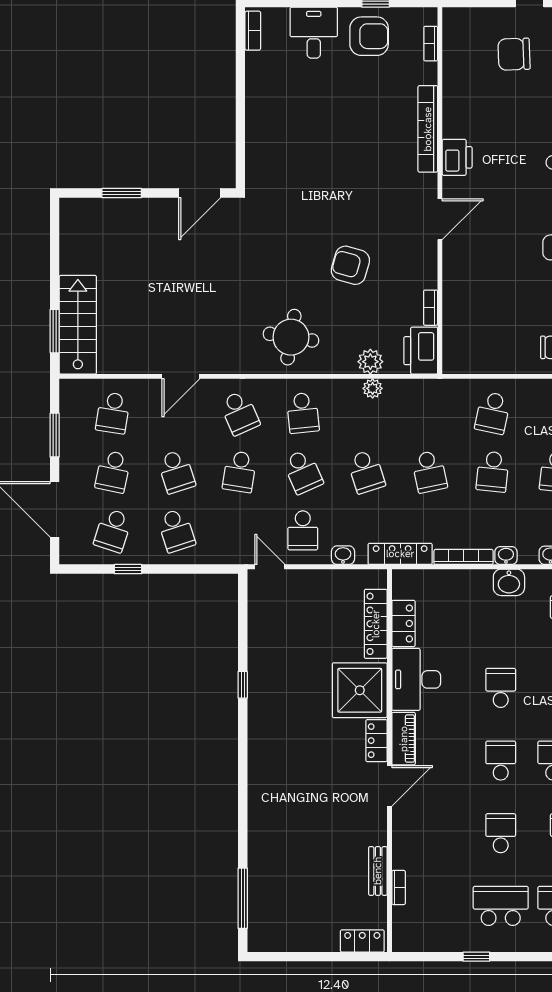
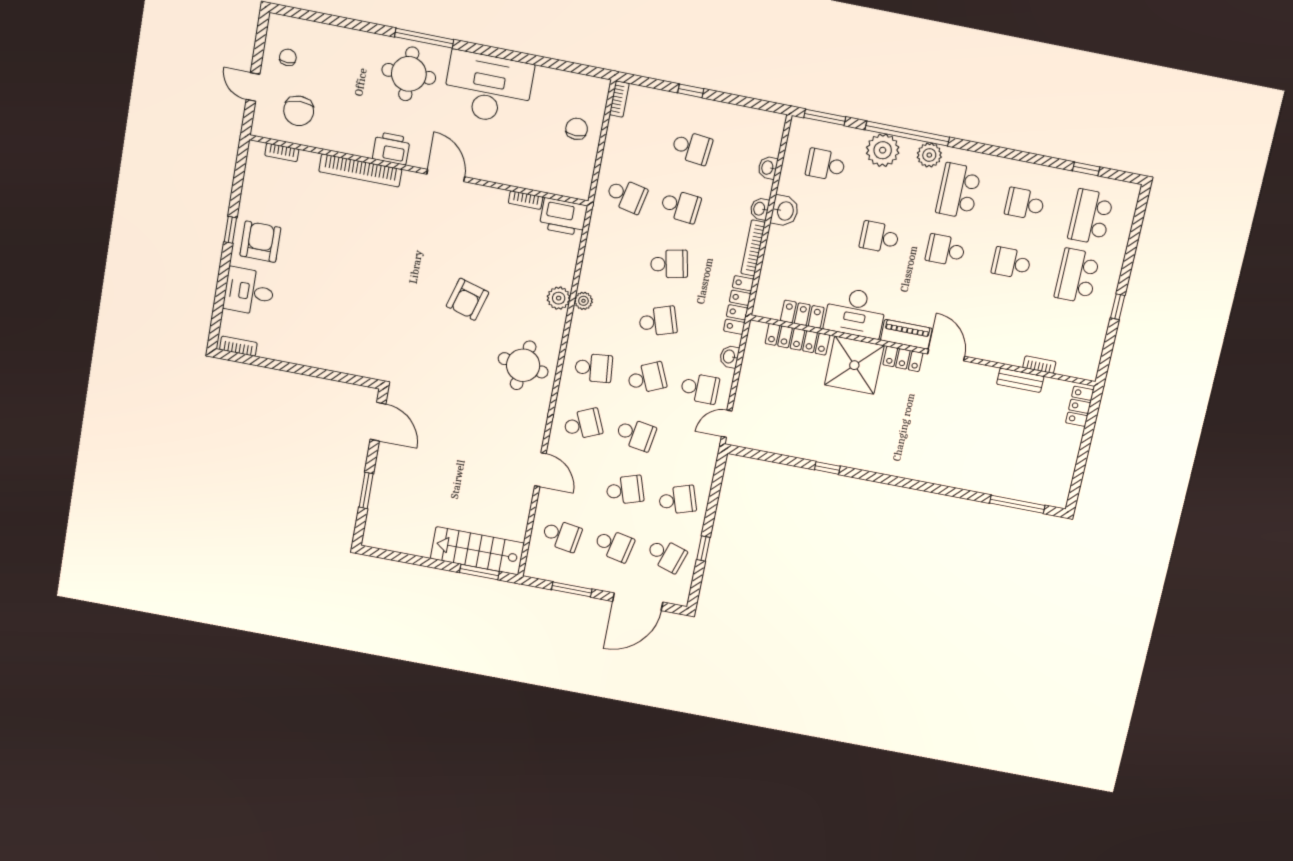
bookcase: (431, 44) -> (282, 152), moved
bookcase: (428, 129) -> (360, 170), moved
printer: (457, 157) -> (391, 148), moved
wall: (440, 191) -> (419, 170), moved
door: (440, 219) -> (446, 176), moved
bookcase: (431, 308) -> (526, 200), moved
printer: (421, 351) -> (563, 217), moved

